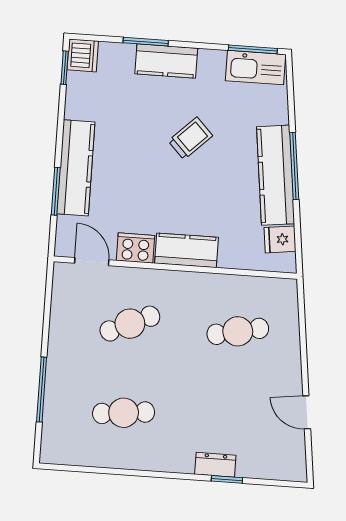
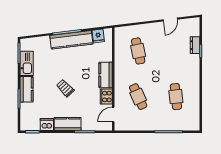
dishwasher: (83, 55) -> (47, 125), moved
kitchen sink: (256, 68) -> (27, 63), moved
trolley: (190, 138) -> (65, 88), moved
kitchen counter: (76, 168) -> (68, 124), width x0.67
dresser: (215, 465) -> (195, 45), moved

